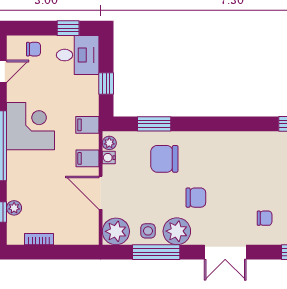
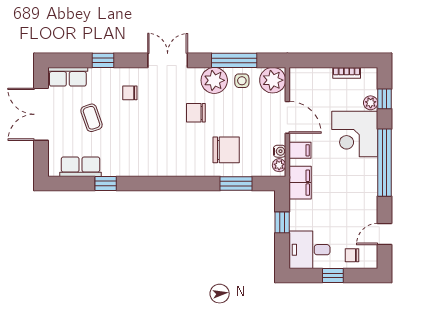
window: (68, 28) -> (333, 275), moved
filing cabinet: (87, 125) -> (300, 183), width x2.00
corner desk: (30, 126) -> (355, 134), moved

